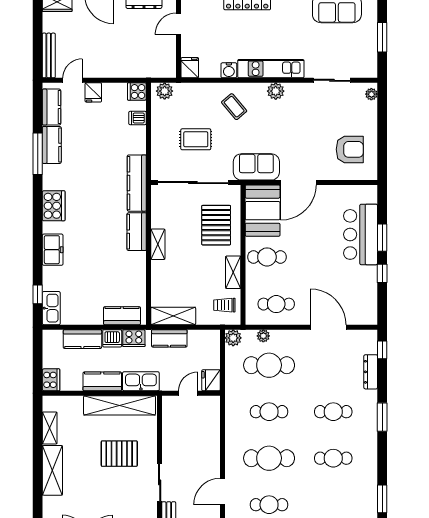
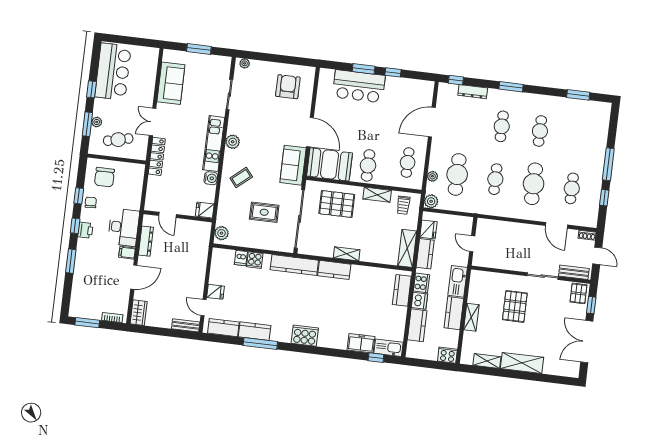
bench: (49, 55) -> (186, 325), width x0.73
cooker: (137, 91) -> (255, 260), moved
rug: (196, 139) -> (264, 212), turned 90
freezer: (53, 250) -> (361, 343), moved
fridge: (211, 380) -> (428, 230), moved, turned -90
shelving: (120, 405) -> (471, 317), width x0.45, depth x0.75

